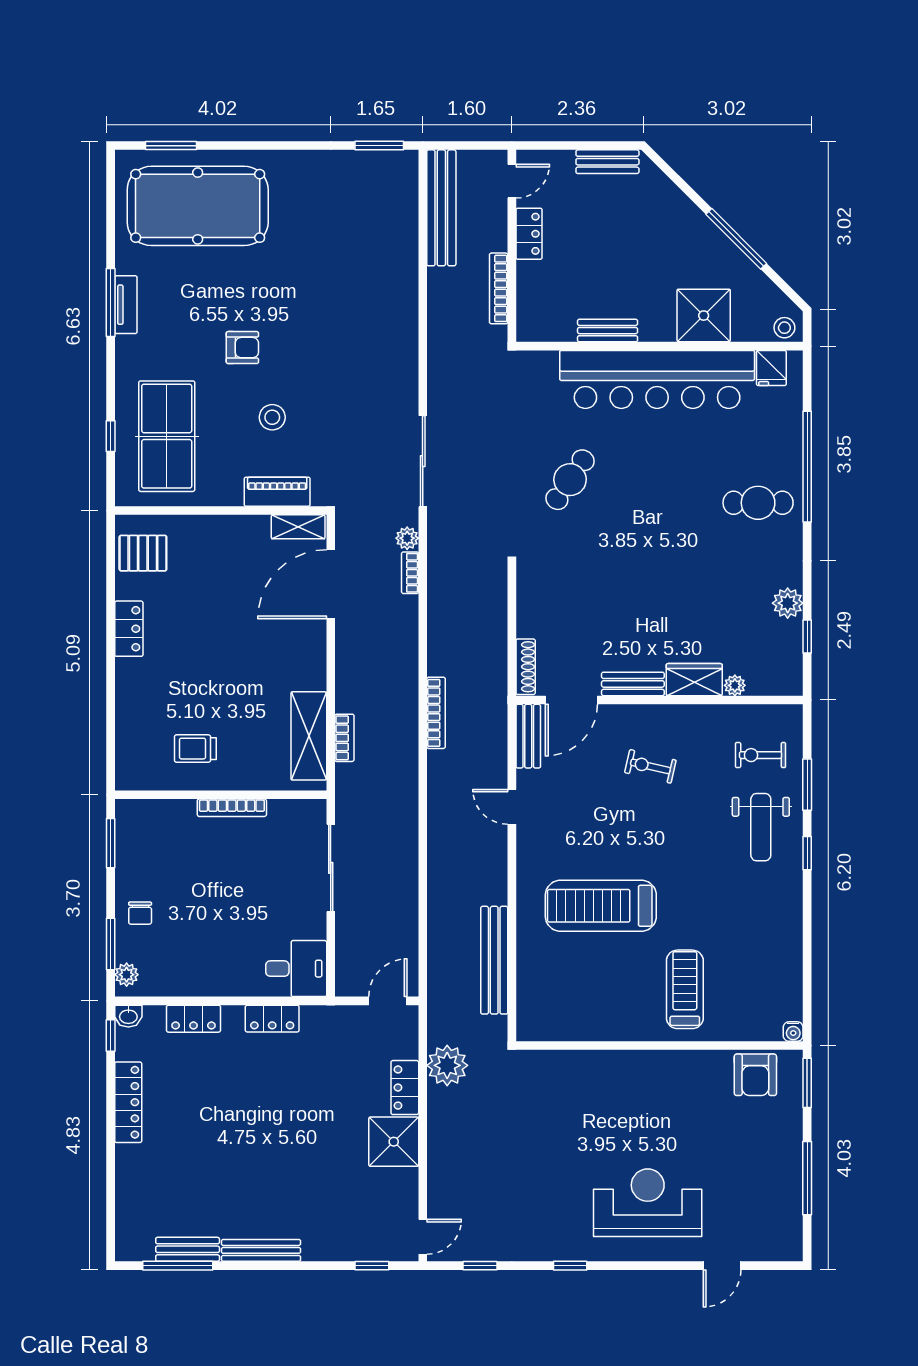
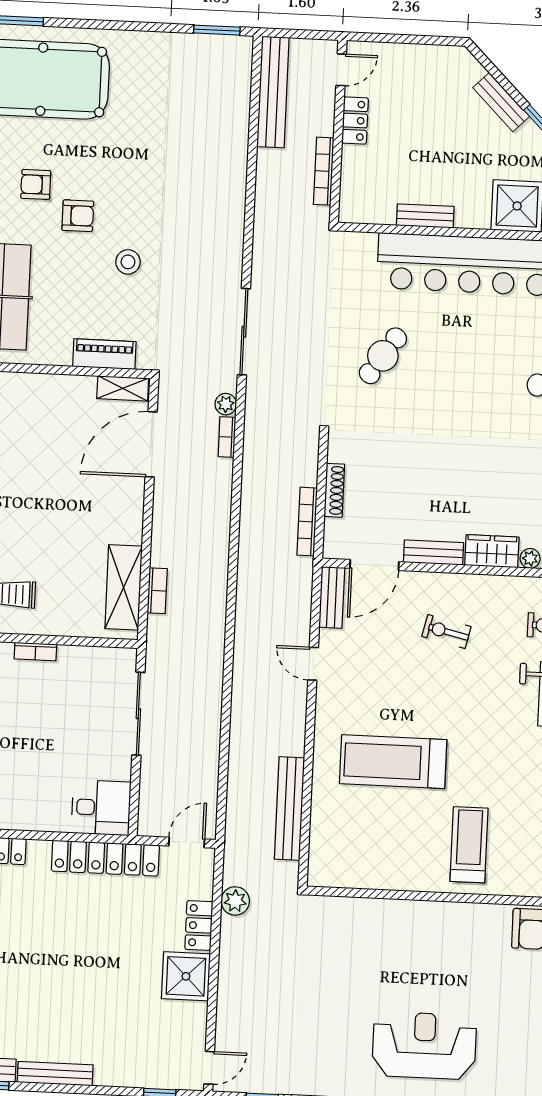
bench: (607, 162) -> (501, 102), moved, turned 45
armchair: (197, 317) -> (36, 184), added
stool: (272, 417) -> (128, 262), moved
shoe rack: (526, 667) -> (334, 490), moved
bookcase: (436, 713) -> (307, 522), moved, turned 180
bookcase: (232, 808) -> (35, 652), width x0.64
locker: (272, 1019) -> (105, 858), width x2.16, depth x1.21
plant: (447, 1065) -> (235, 901), width x0.73, depth x0.73

